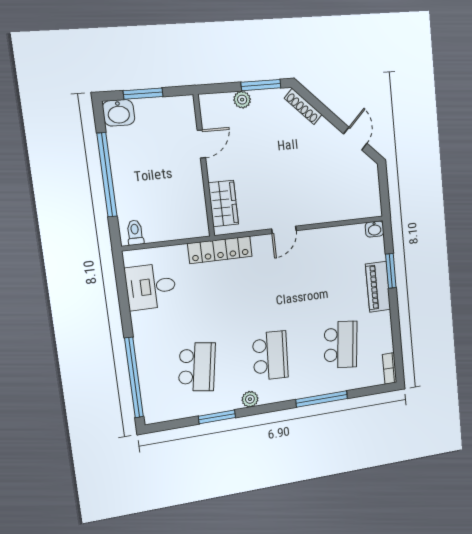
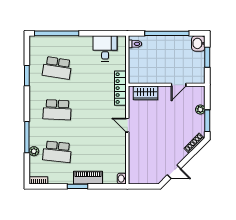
door: (201, 144) -> (179, 85), hinge flipped
window: (391, 271) -> (78, 186), moved
plant: (250, 399) -> (34, 151), moved

